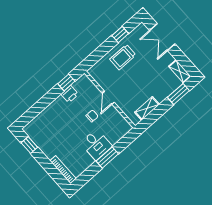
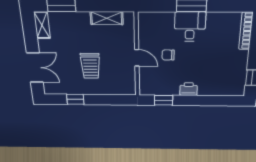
trolley: (123, 57) -> (90, 66), moved, turned 90
printer: (70, 94) -> (189, 89), moved
door: (108, 98) -> (137, 58), hinge flipped

